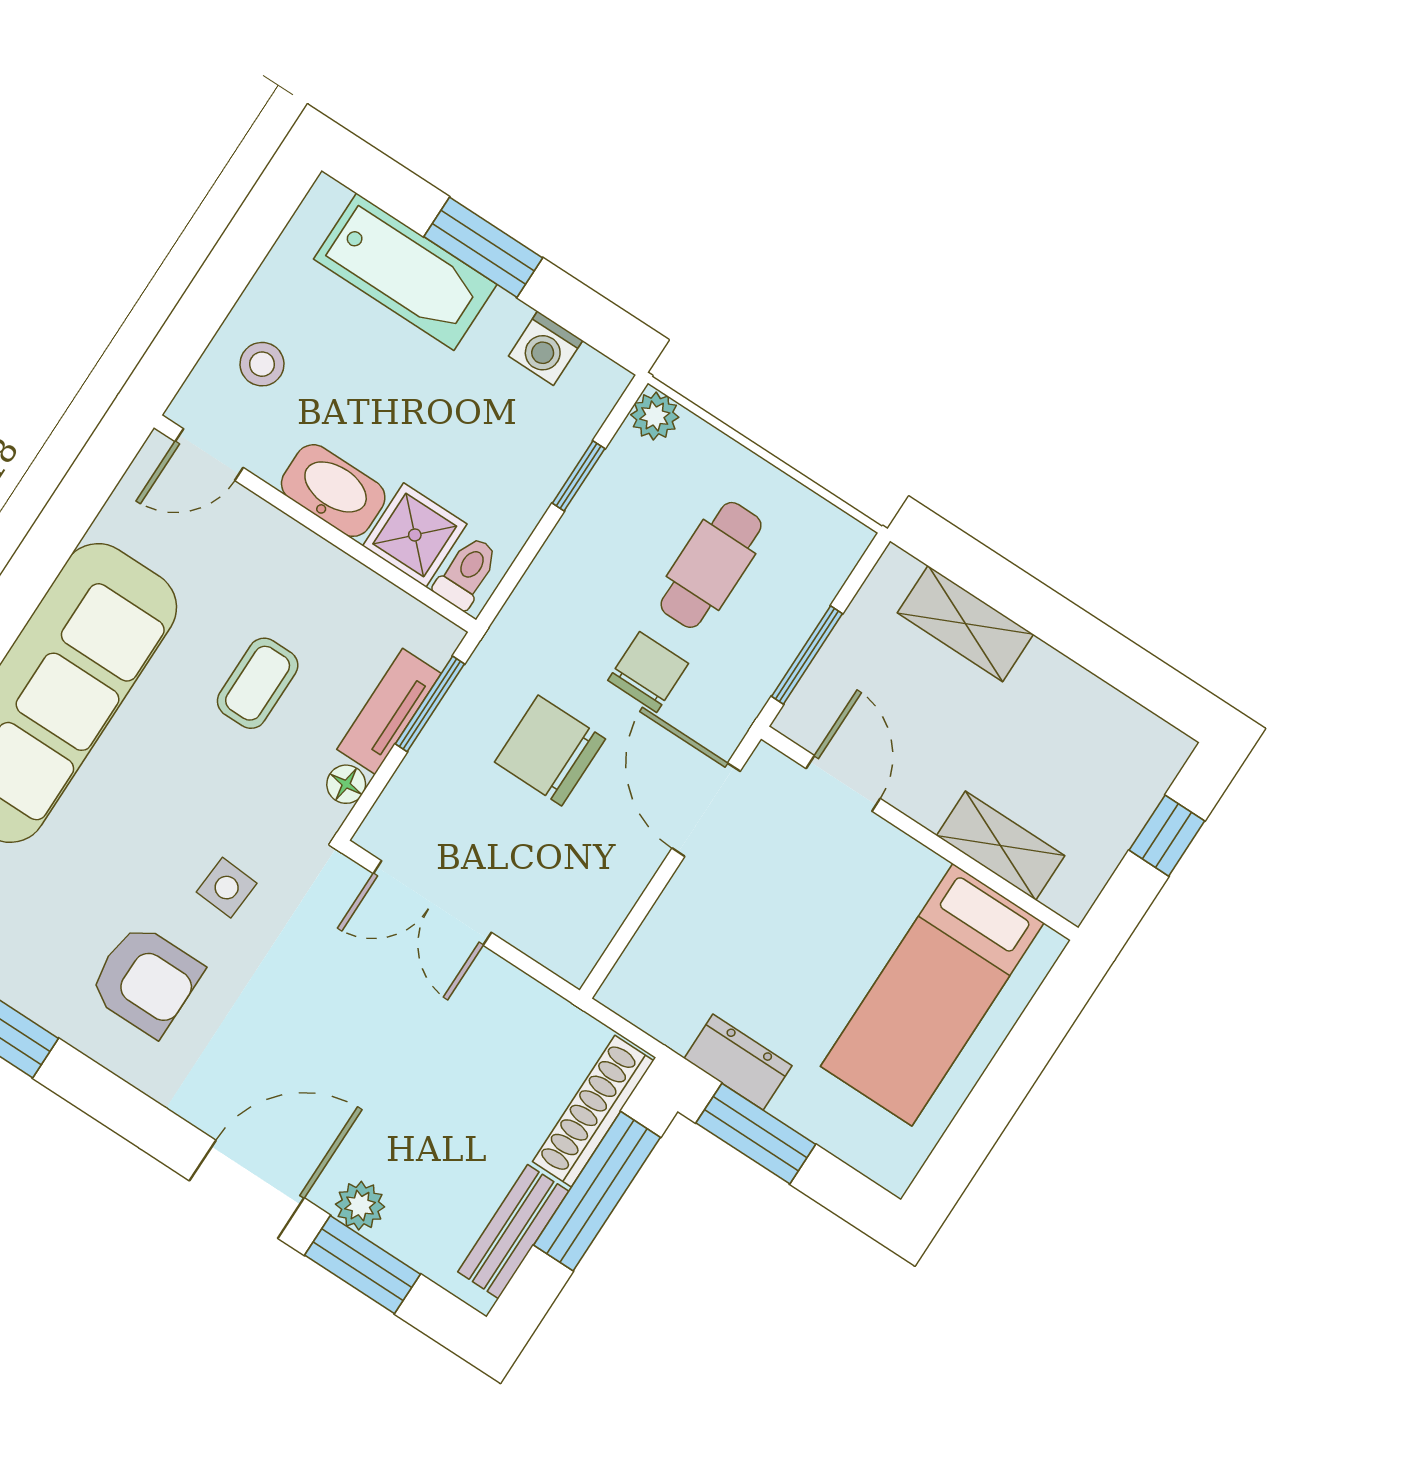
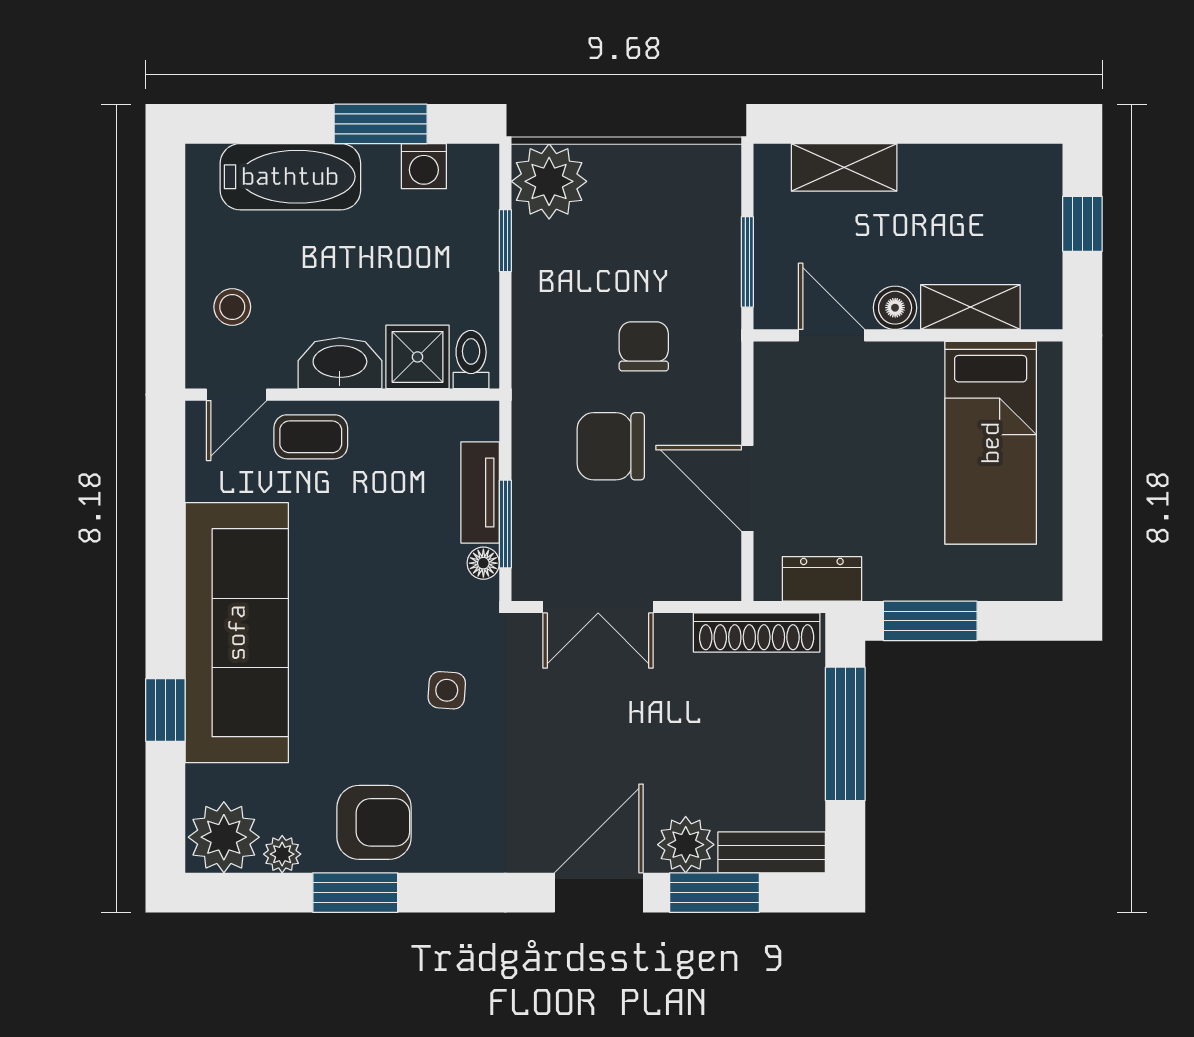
window: (483, 247) -> (381, 124), moved
plant: (655, 416) -> (549, 181), width x1.88, depth x1.88
cafe table: (711, 565) -> (639, 243), removed
coffee table: (258, 683) -> (311, 437), moved, turned 90
window: (430, 704) -> (505, 524), moved
boiler: (925, 797) -> (895, 308), added
door: (706, 810) -> (747, 488), moved
armchair: (146, 980) -> (374, 822), moved
dresser: (738, 1062) -> (822, 579), moved
shoe rack: (593, 1111) -> (757, 633), moved, turned -90
plant: (360, 1206) -> (686, 845), width x1.38, depth x1.38
bench: (513, 1232) -> (772, 852), moved, turned 90

